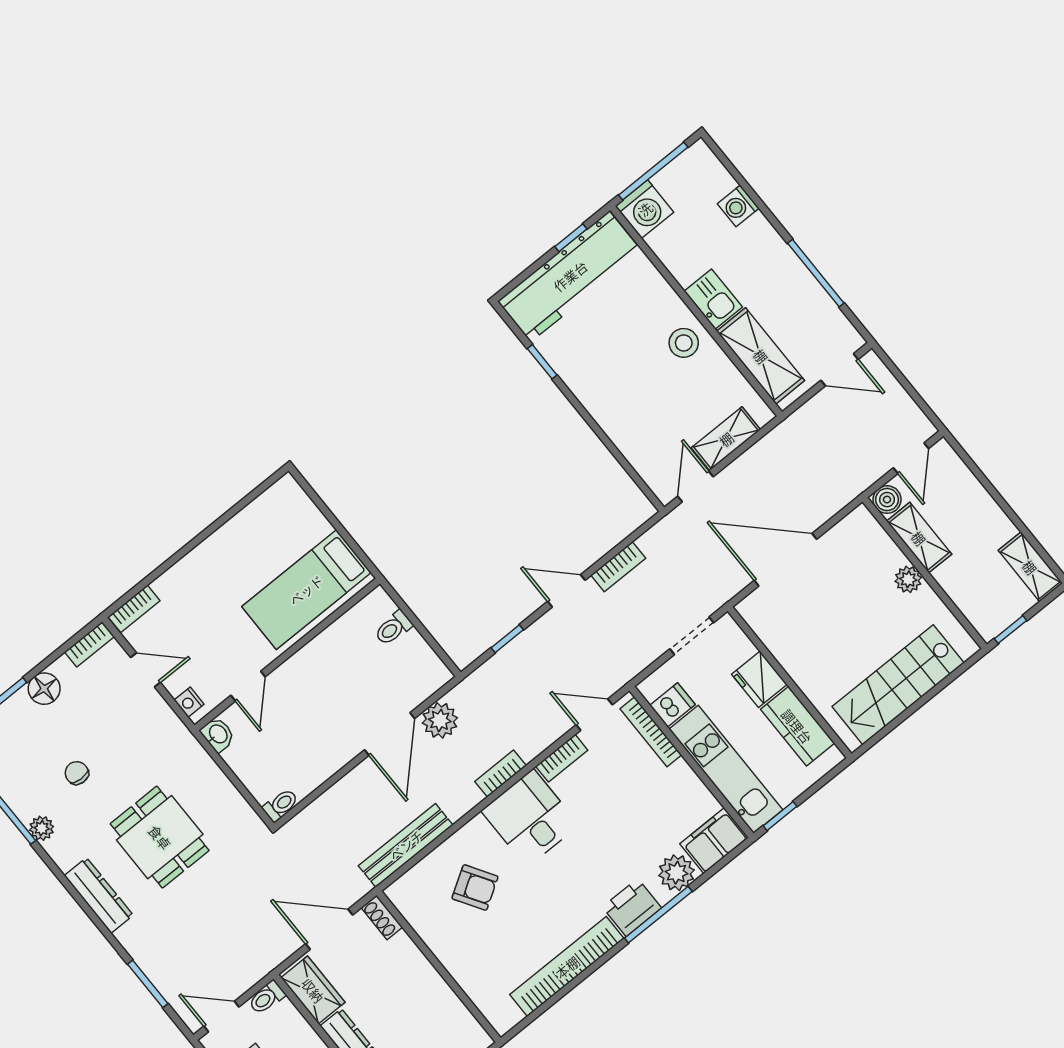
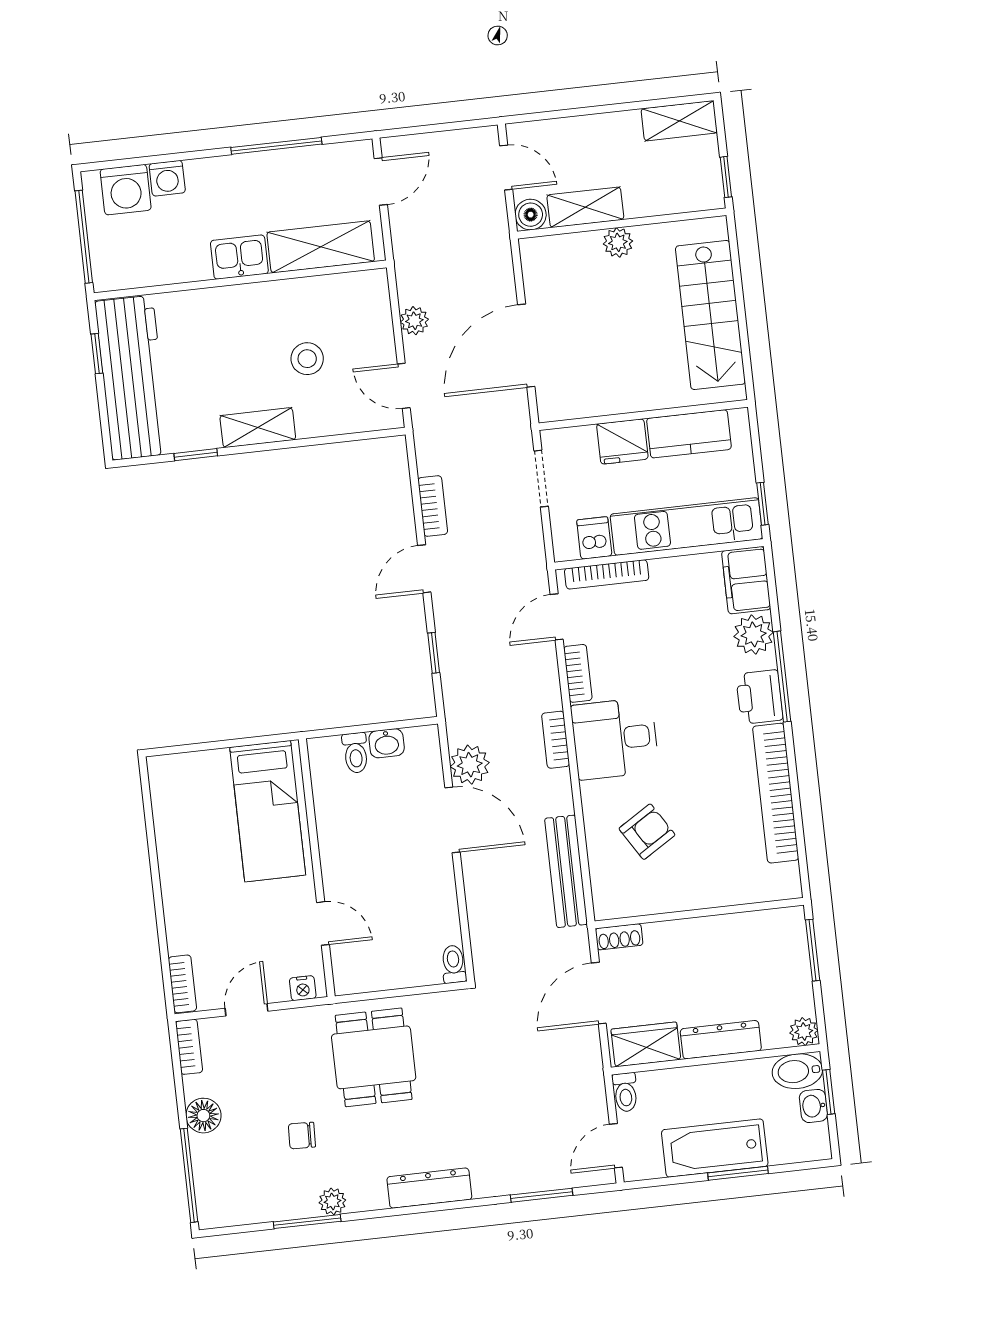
washing machine: (645, 209) -> (126, 190), moved, turned 90
stool: (684, 343) -> (307, 359), moved
shelving: (726, 439) -> (258, 428), moved, turned 90
plant: (750, 463) -> (414, 321), added
washbasin: (218, 734) -> (387, 743), moved, turned 180
dining table: (160, 837) -> (374, 1057), moved, turned 90

